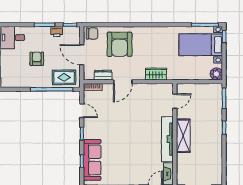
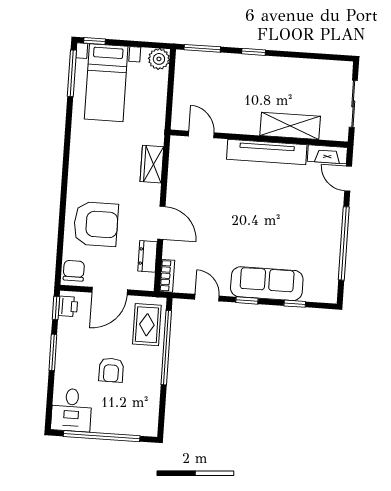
printer: (57, 32) -> (68, 306), moved
armchair: (37, 59) -> (111, 370), turned -90
door: (82, 111) -> (207, 298), hinge flipped
shelving: (183, 136) -> (290, 126), moved
sofa: (92, 160) -> (267, 284), moved

